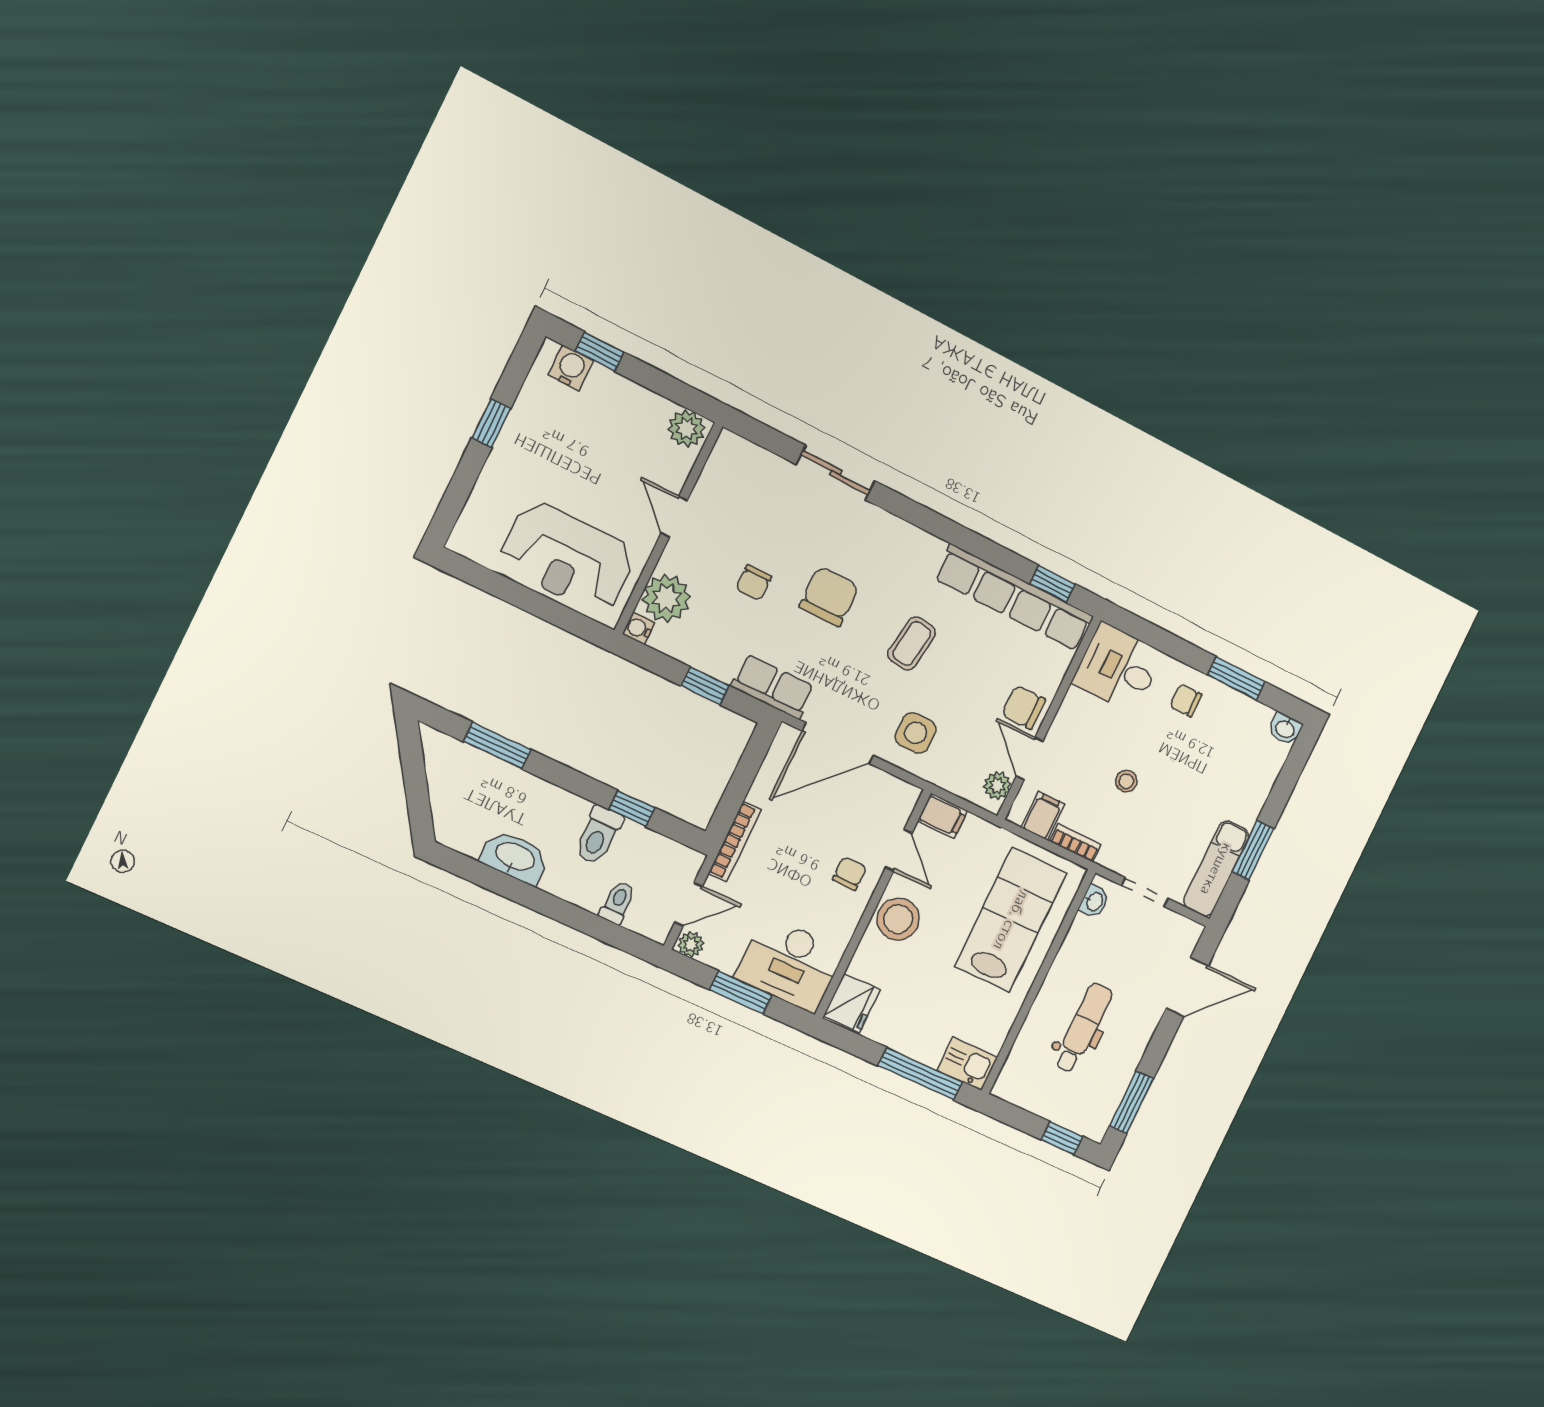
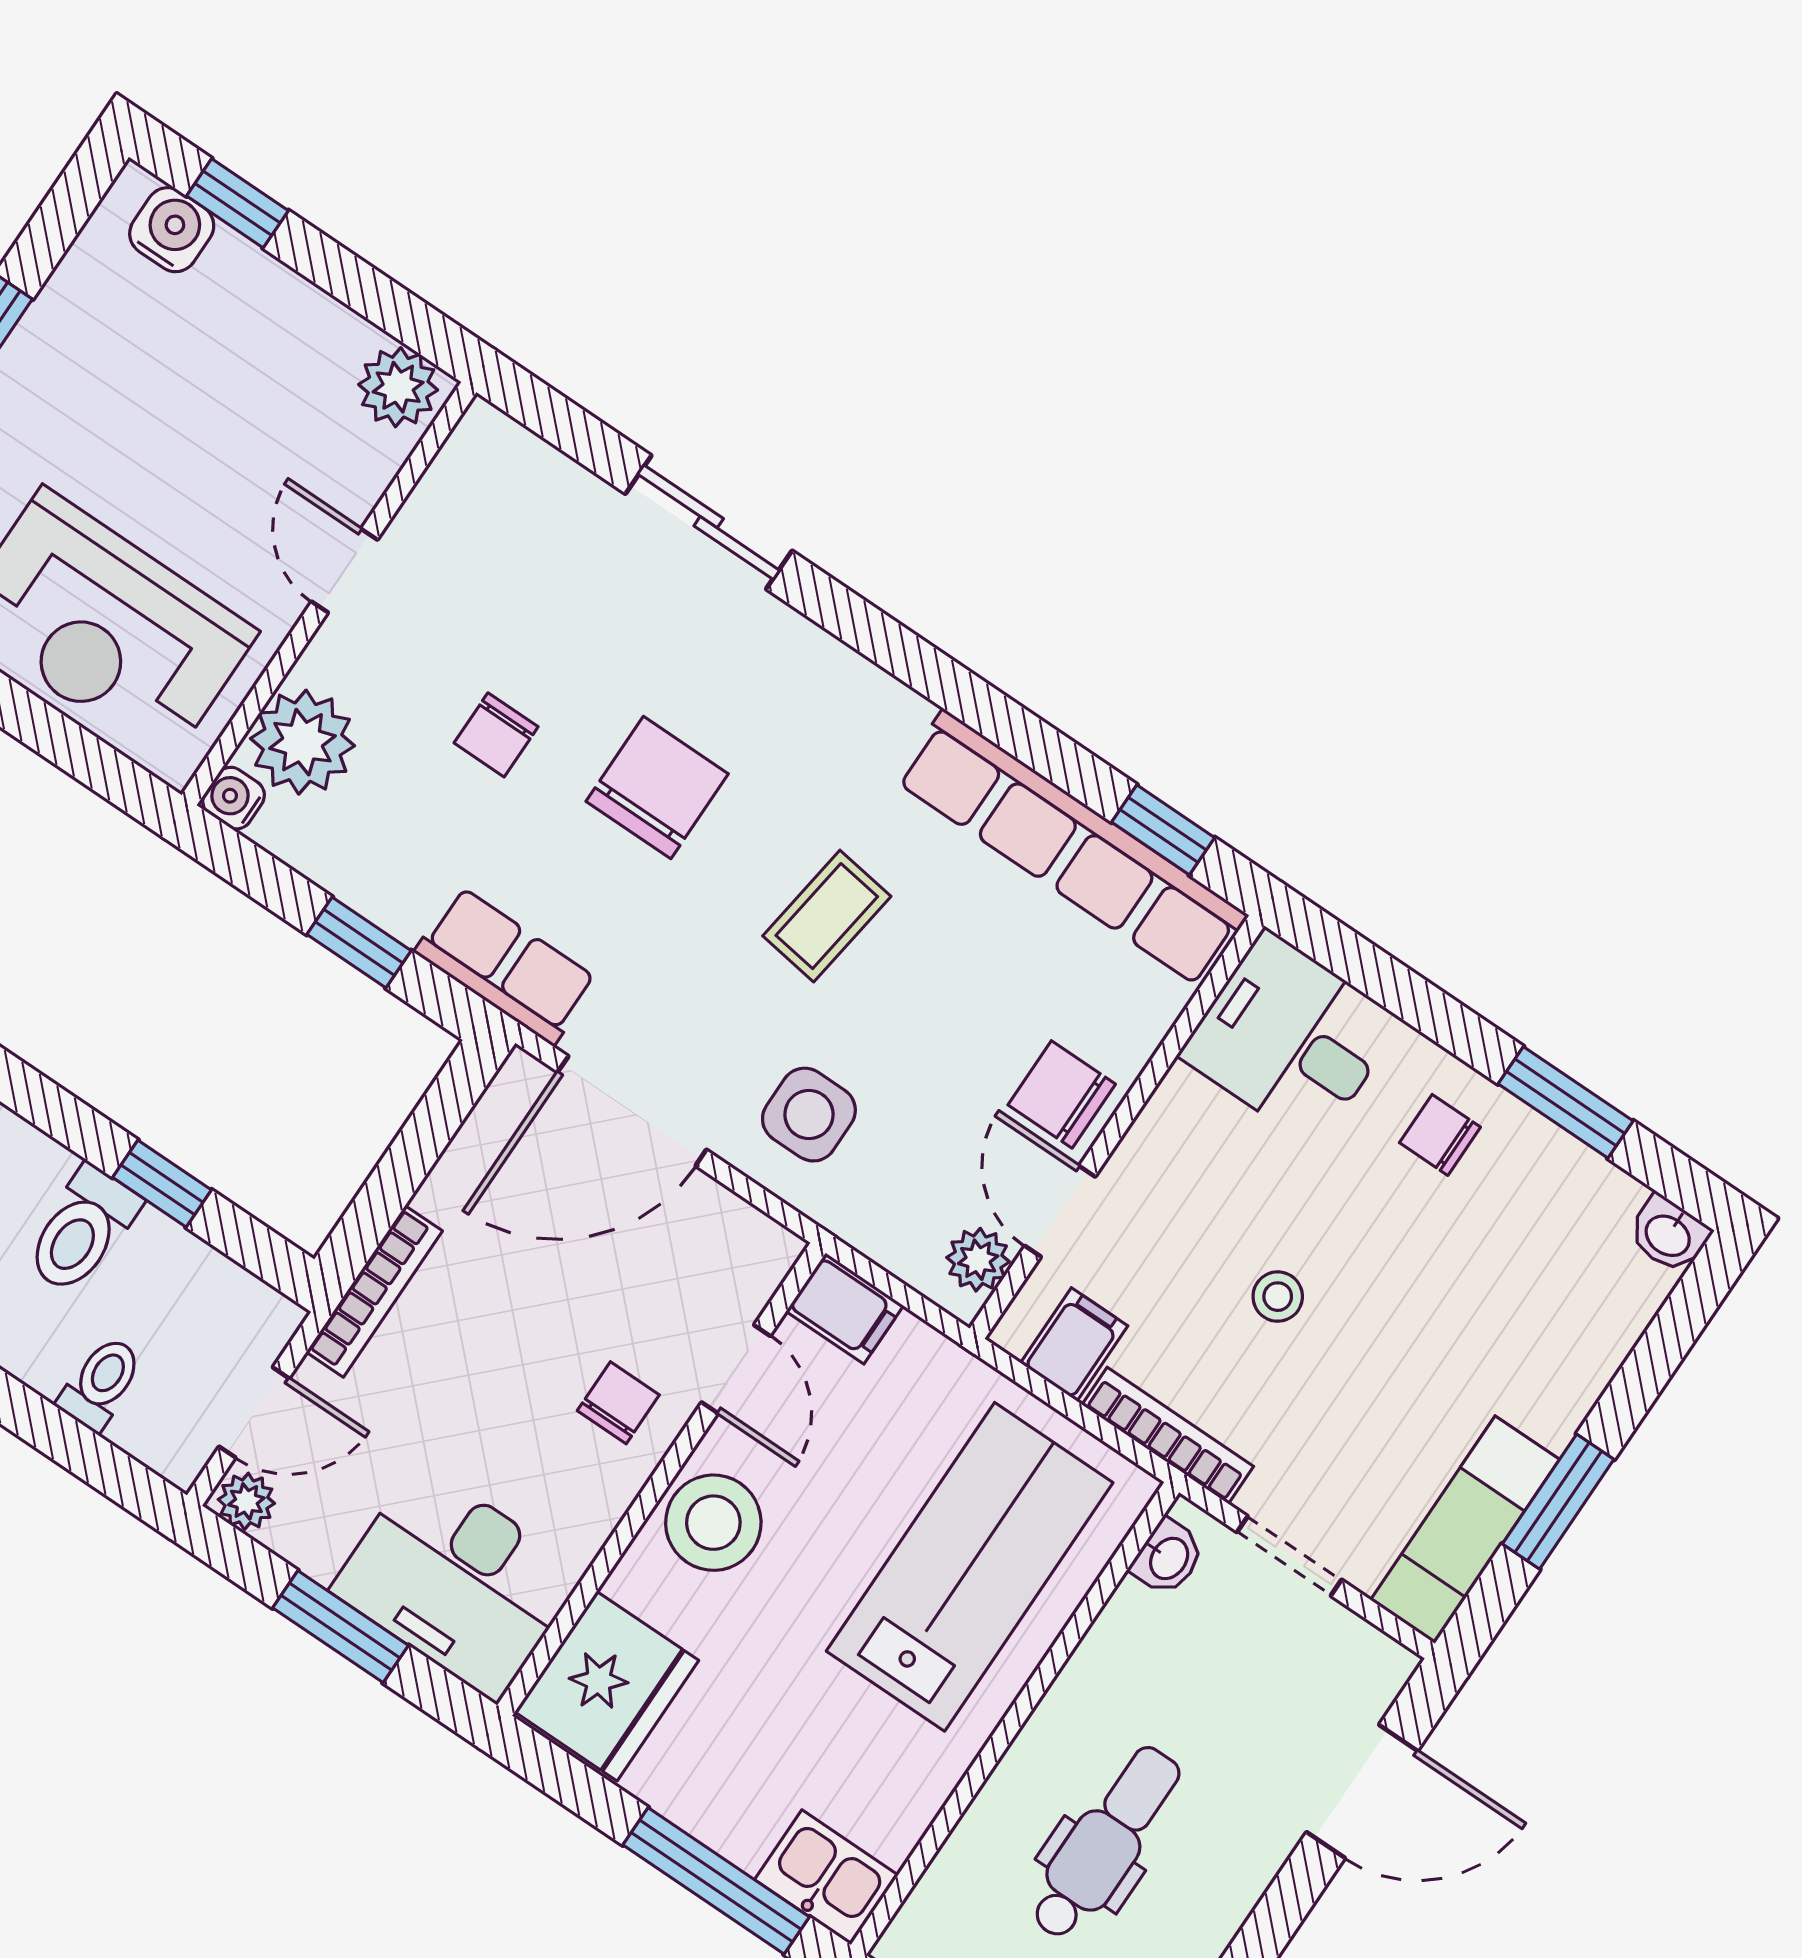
bookcase: (1075, 843) -> (1168, 1435), width x1.56
fridge: (852, 1003) -> (607, 1686), width x1.36, depth x1.34

